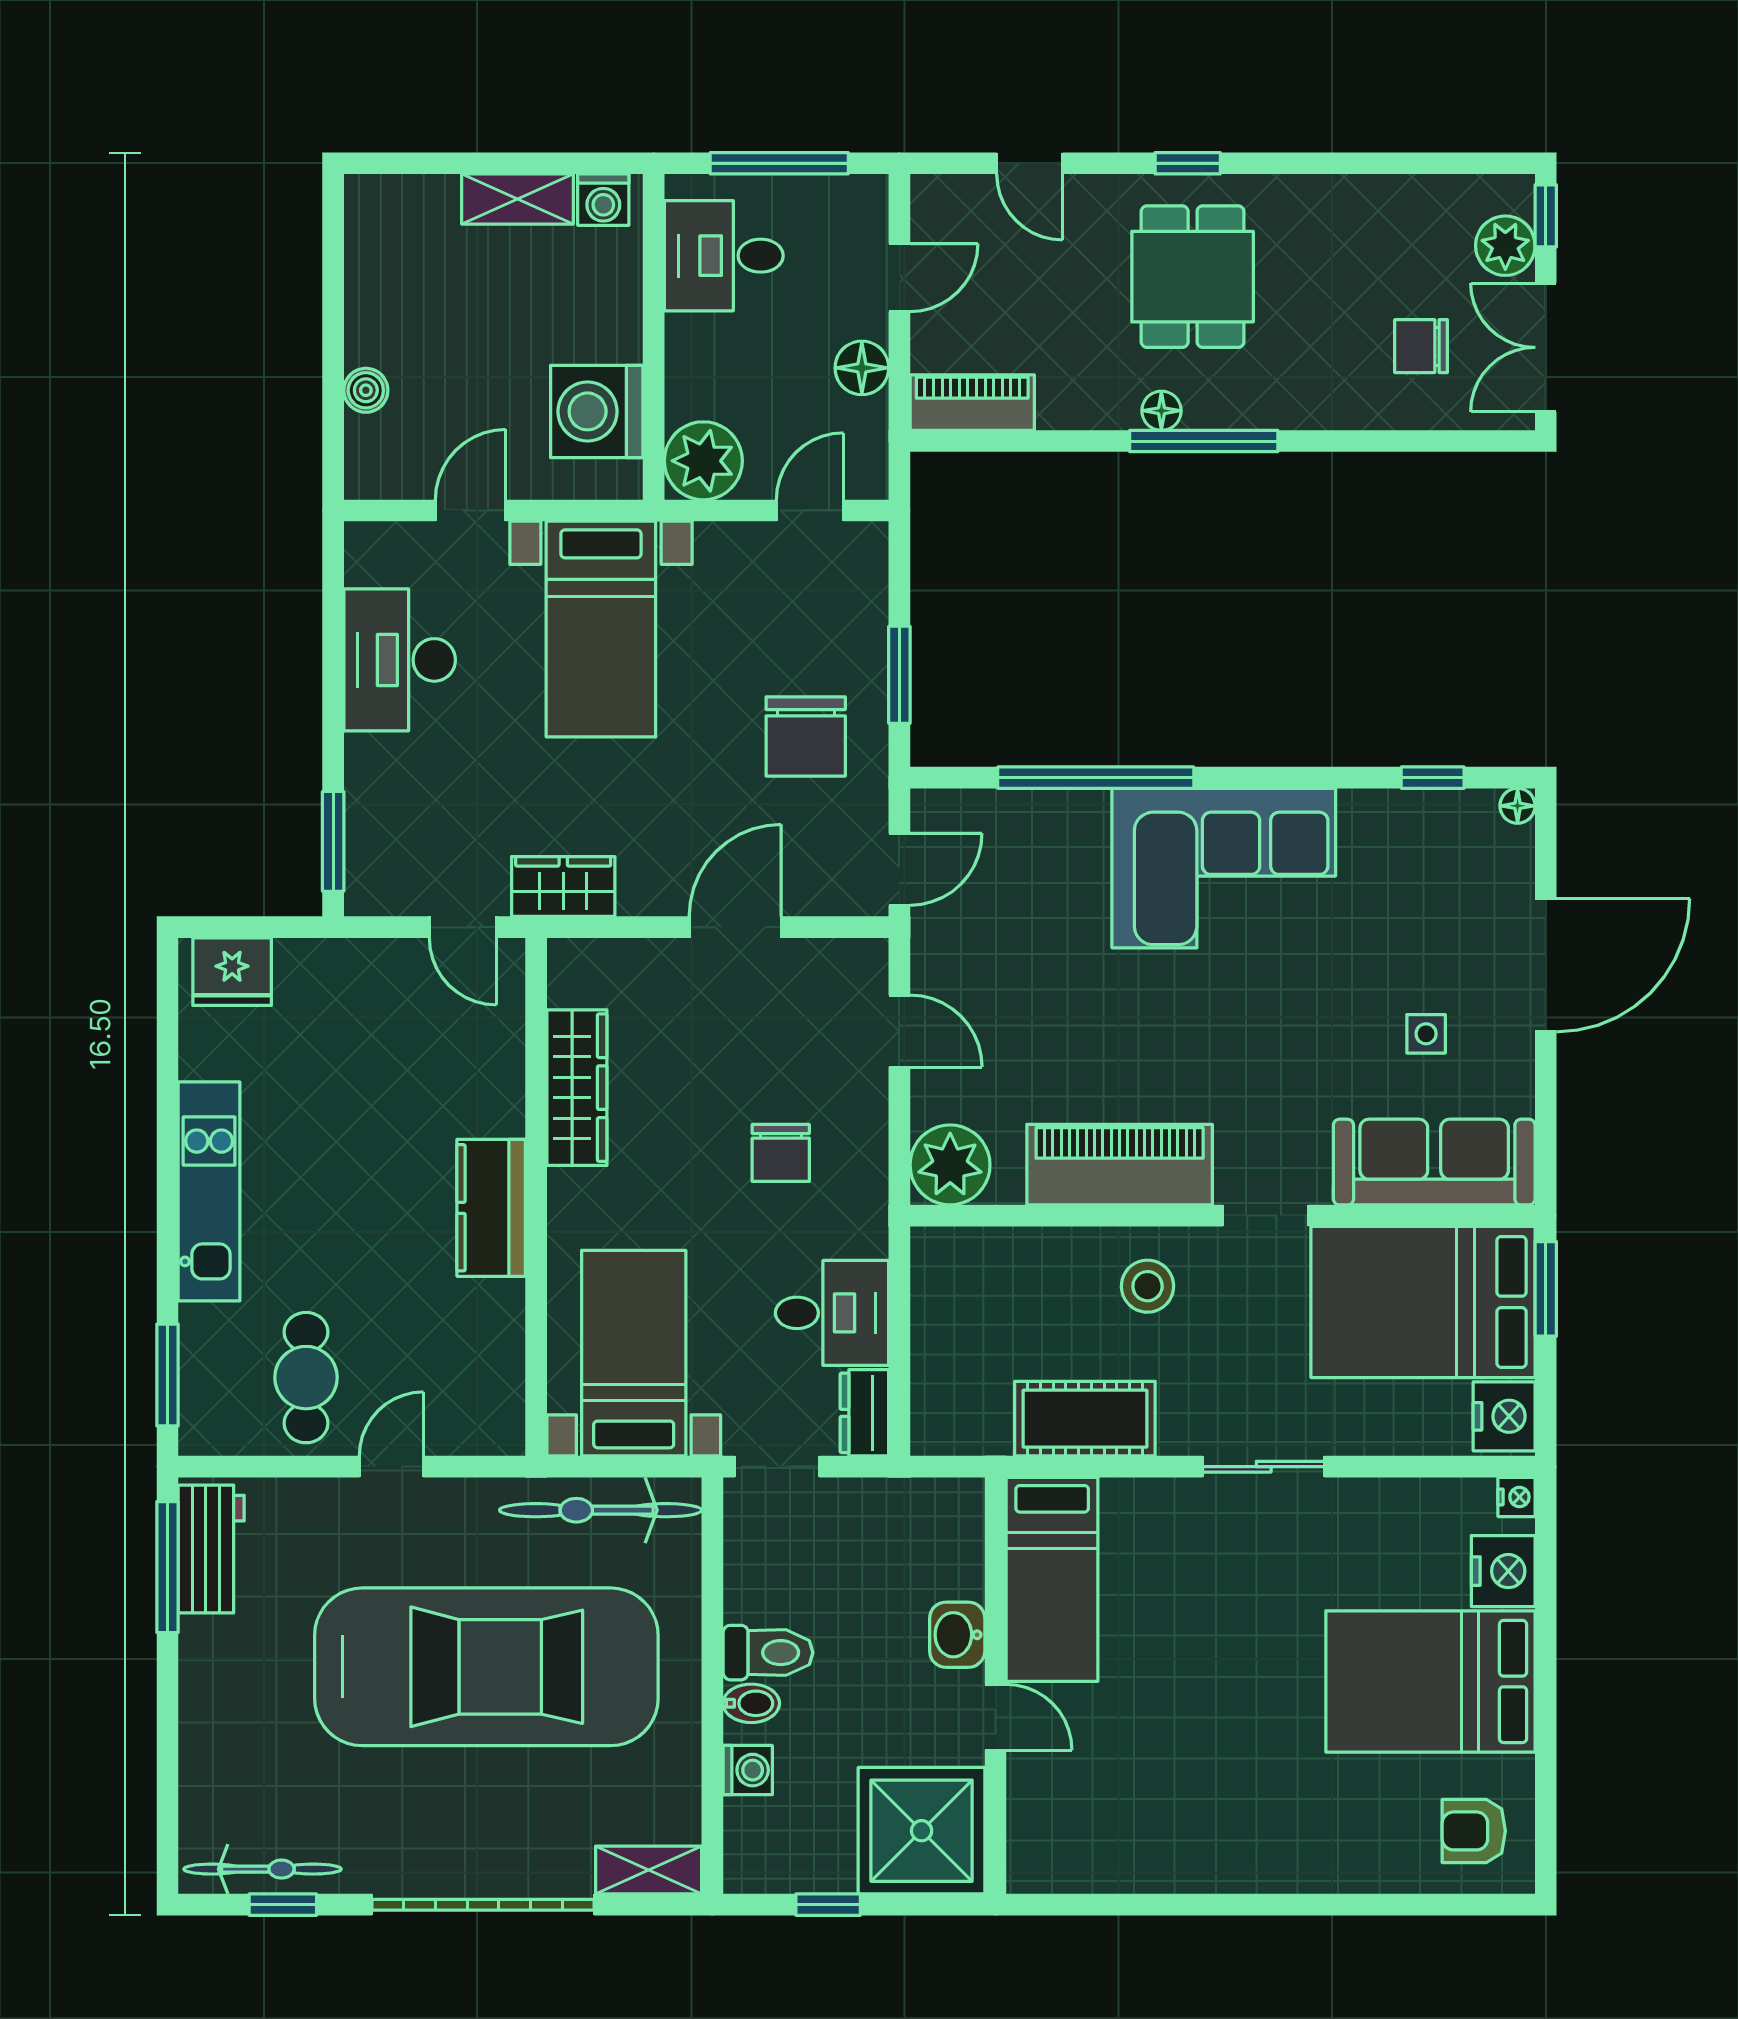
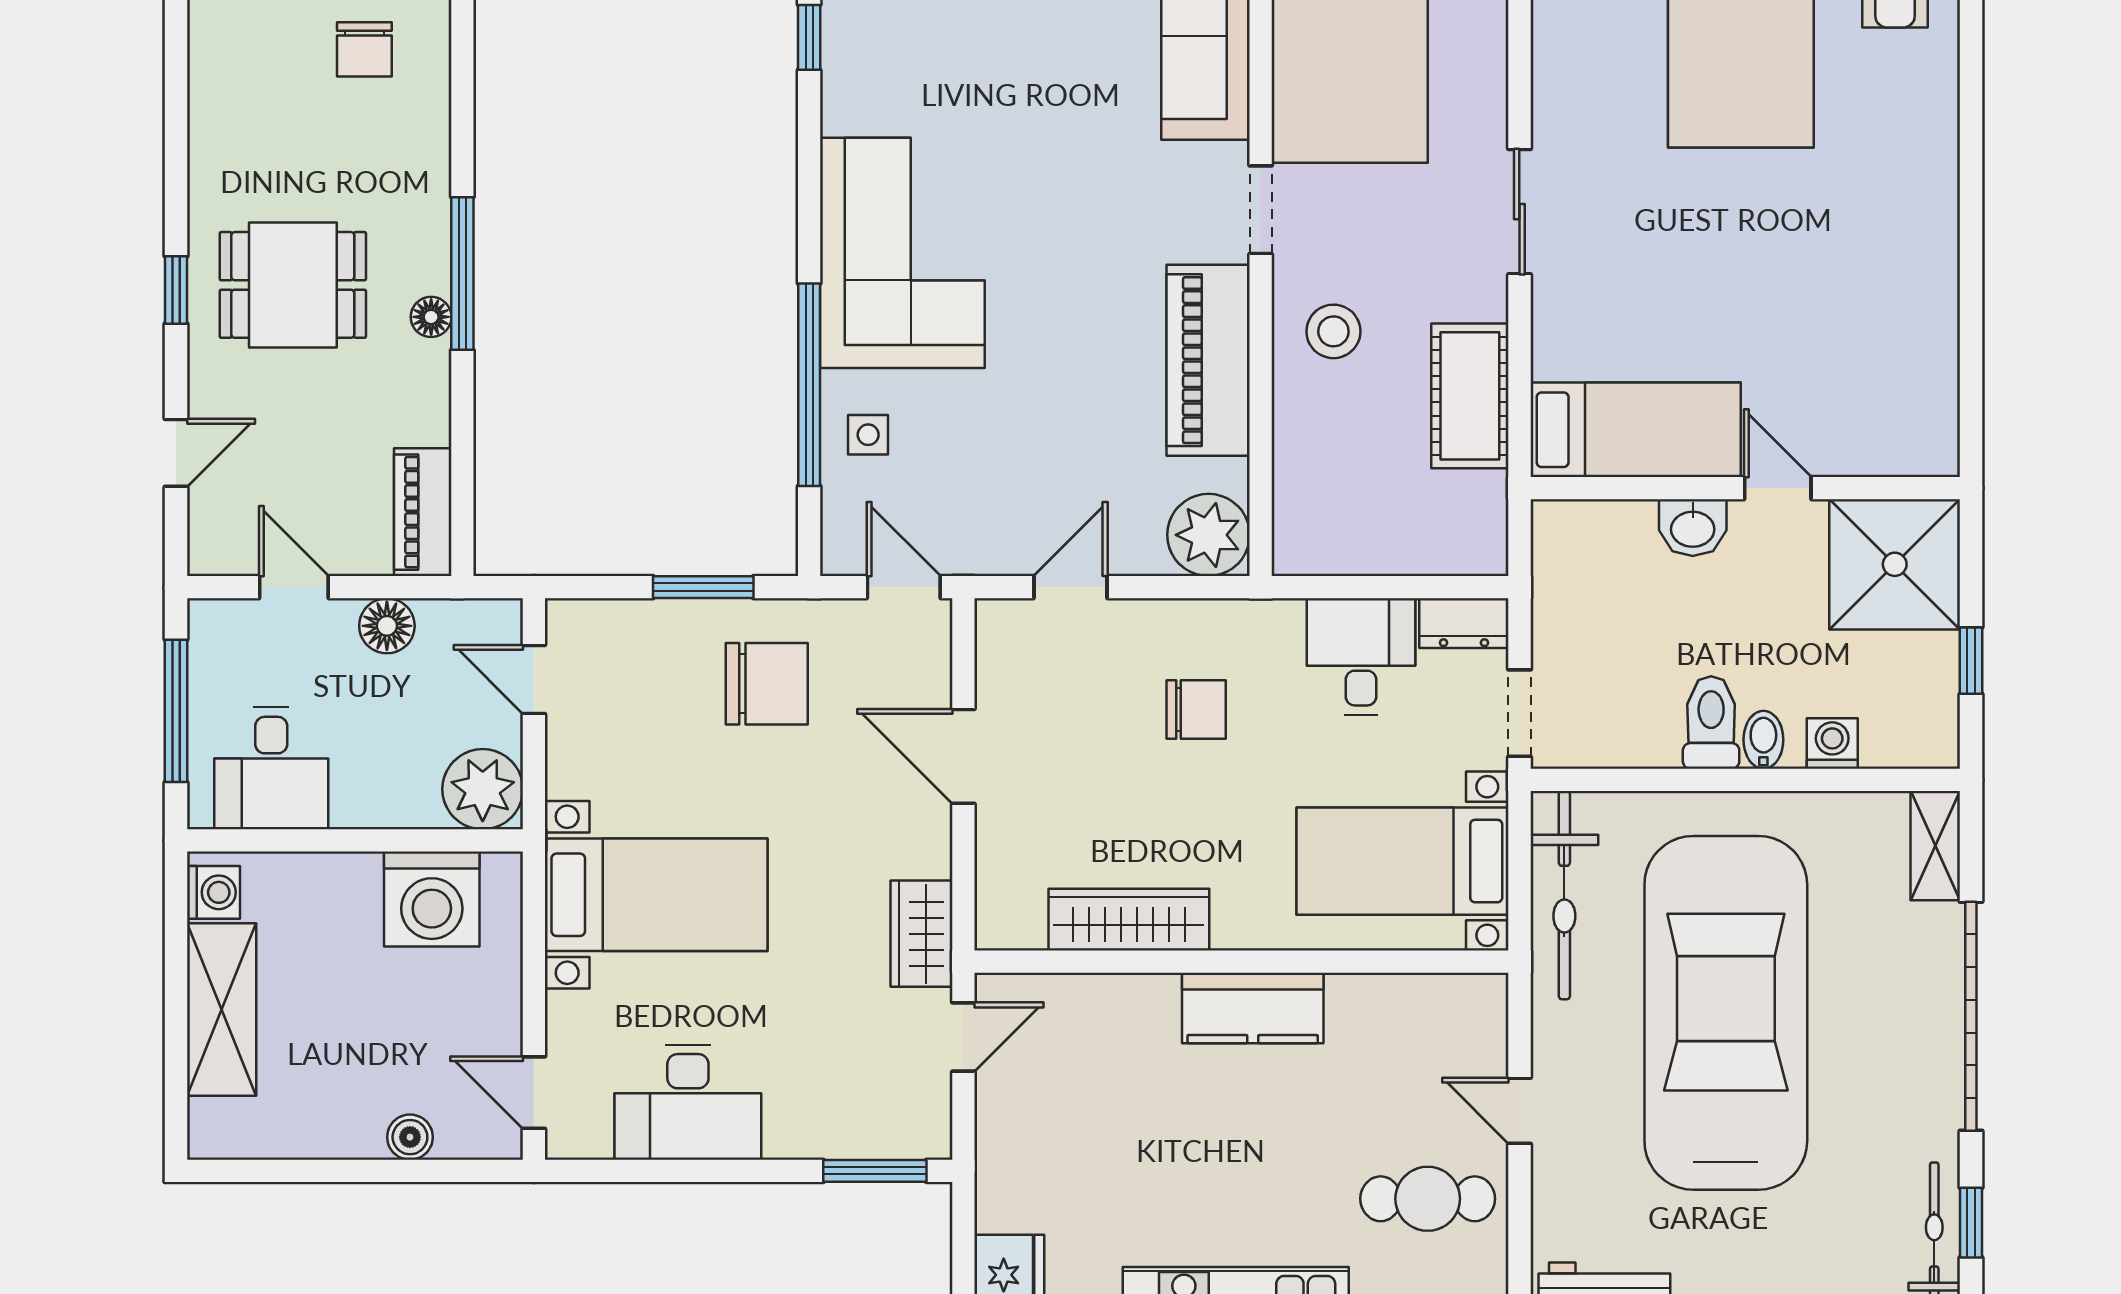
shelving: (518, 199) -> (222, 1009), width x1.50, depth x1.33
door: (471, 510) -> (534, 1093), moved
side table: (1426, 1034) -> (868, 435), moved
door: (996, 1717) -> (1778, 488), hinge flipped

